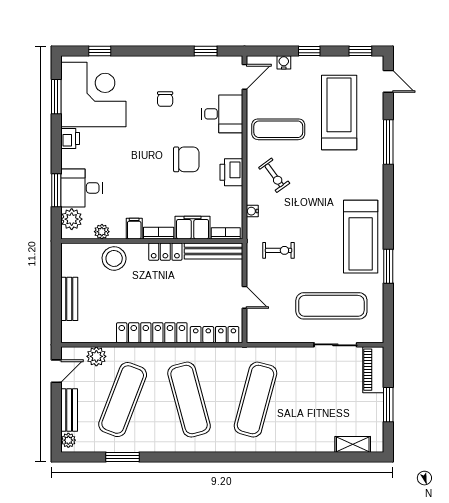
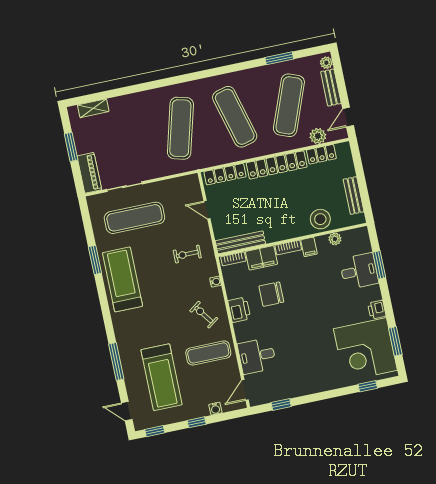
chair: (165, 99) -> (306, 358), removed
chair: (186, 159) -> (271, 294), moved
plant: (72, 219) -> (362, 244), removed
locker: (165, 252) -> (321, 154), moved, turned 180
bench: (69, 299) -> (354, 195), moved

